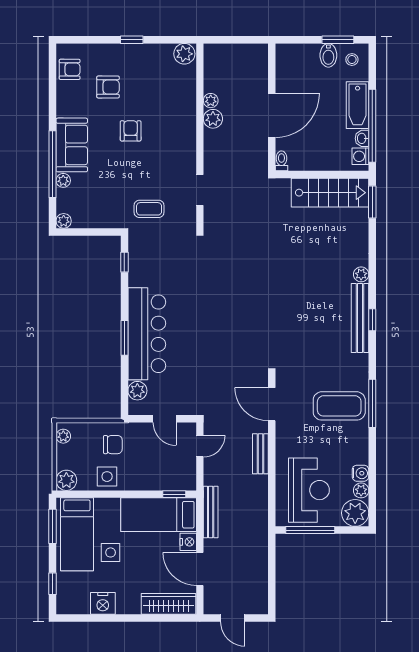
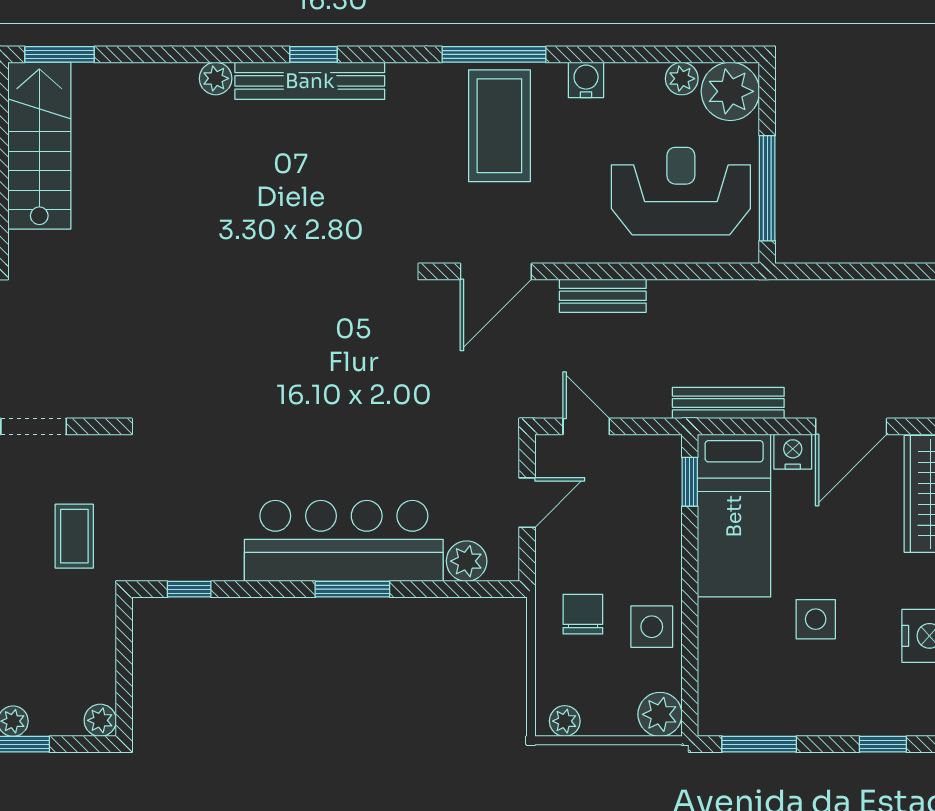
water cooler: (360, 473) -> (586, 80), moved
bed: (77, 534) -> (776, 692), removed

